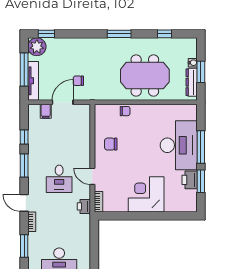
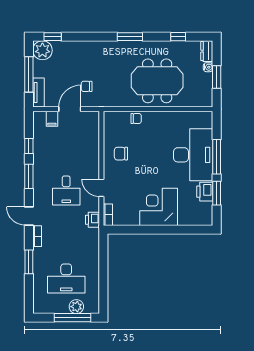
tv unit: (33, 81) -> (39, 93), width x0.71
dresser: (192, 82) -> (207, 51), moved, width x0.70

